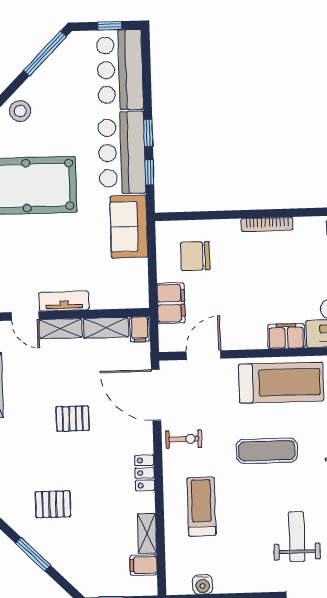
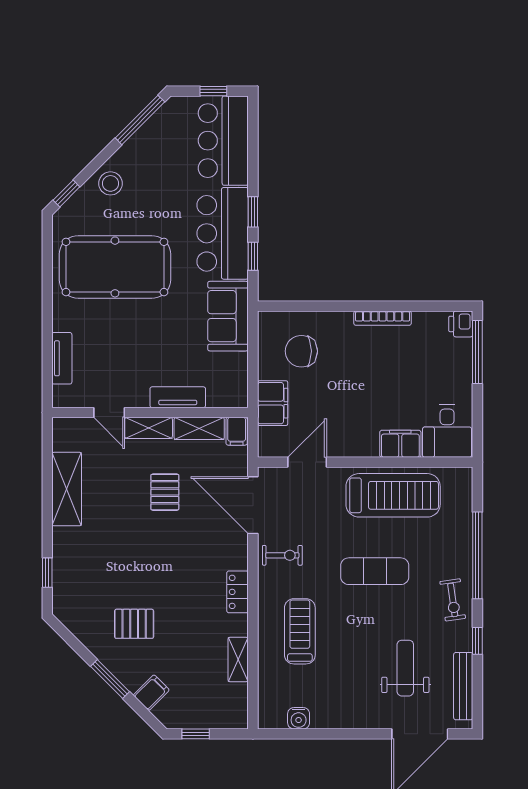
tv unit: (64, 301) -> (178, 397), moved
pallet: (73, 419) -> (165, 492), moved, turned 90
filing cabinet: (144, 565) -> (151, 693), moved, turned 135

